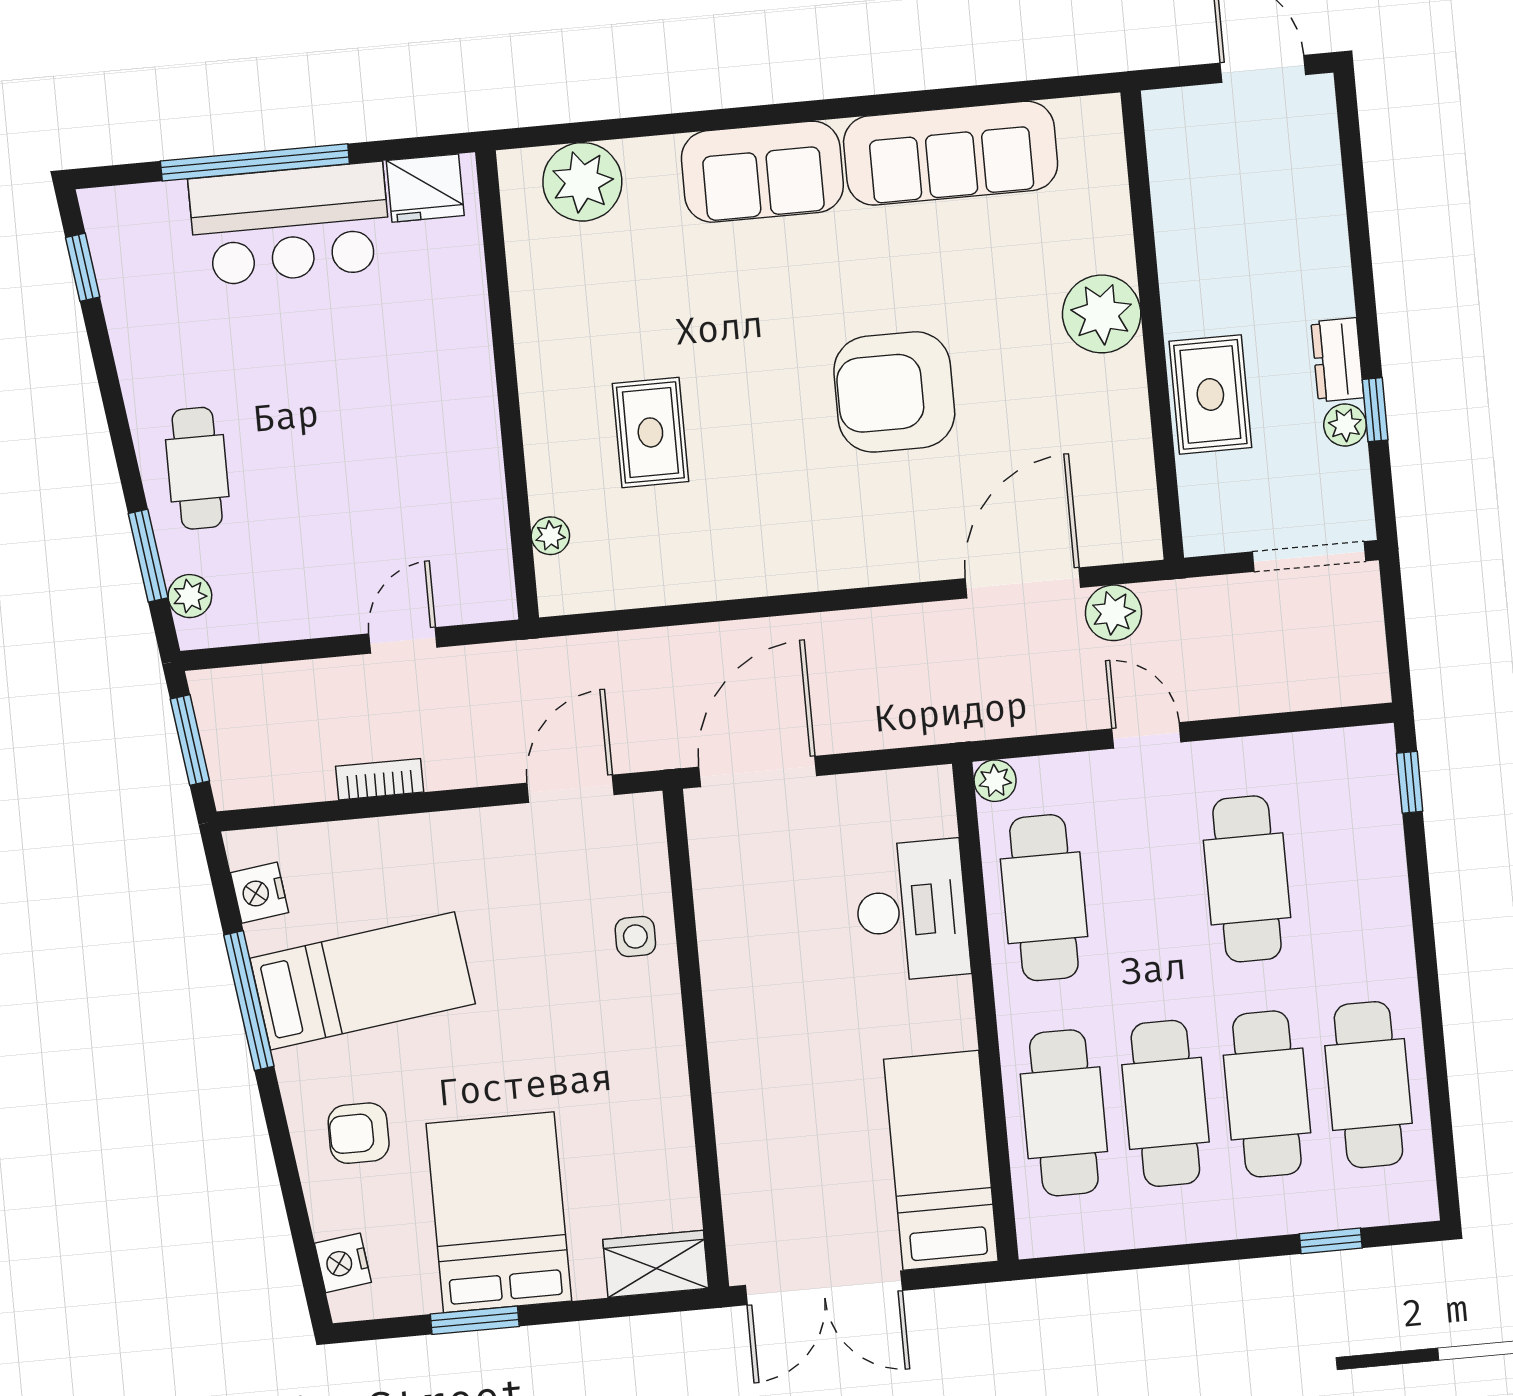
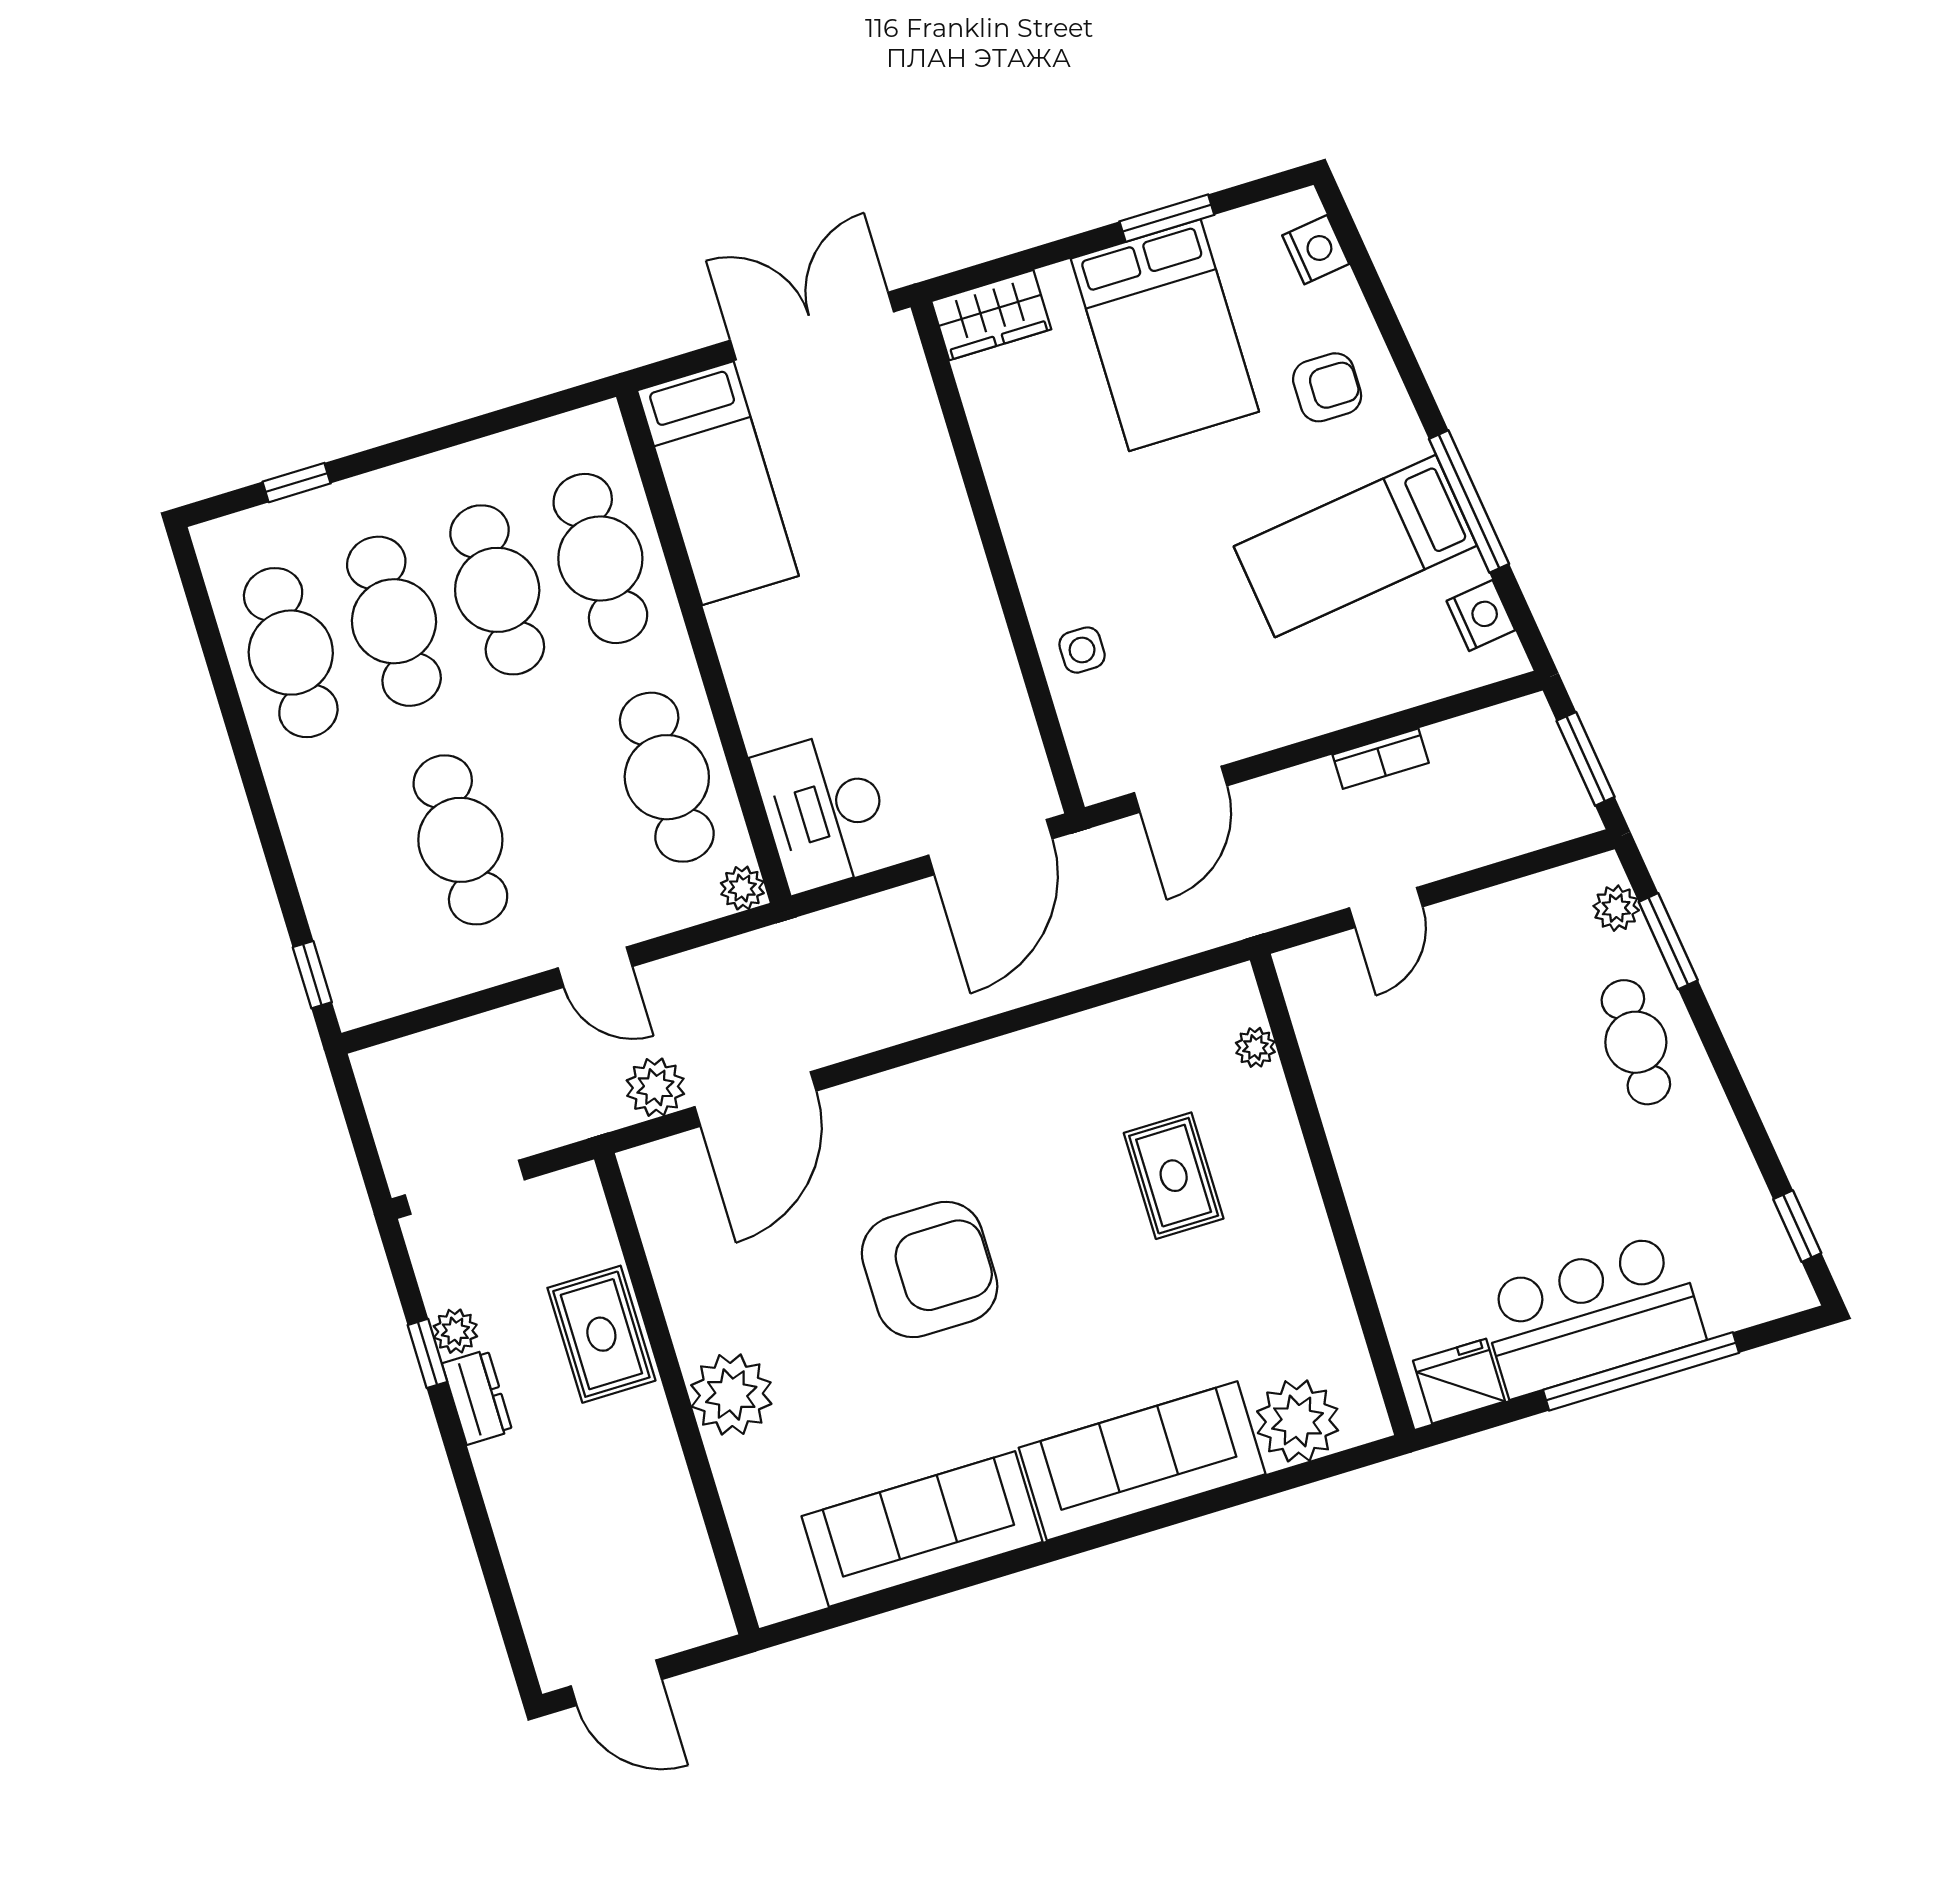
sofa: (762, 172) -> (1142, 1461), width x1.36
desk: (912, 910) -> (824, 811), moved

